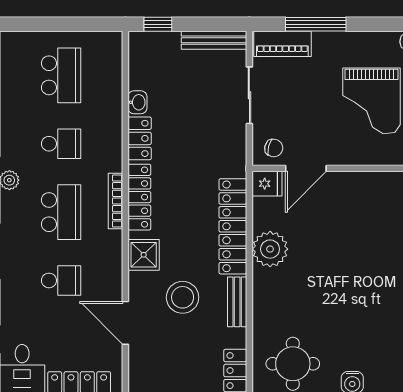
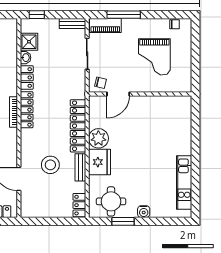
bench: (214, 40) -> (72, 23), width x0.73
fridge: (267, 184) -> (100, 162), moved, width x1.88, depth x1.34
shower: (144, 255) -> (29, 42), moved

